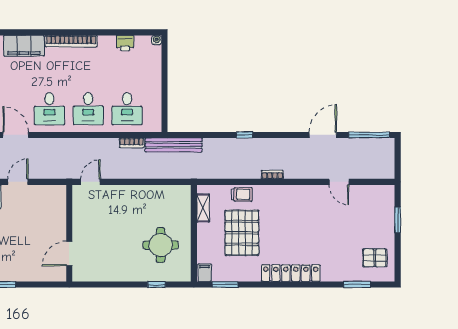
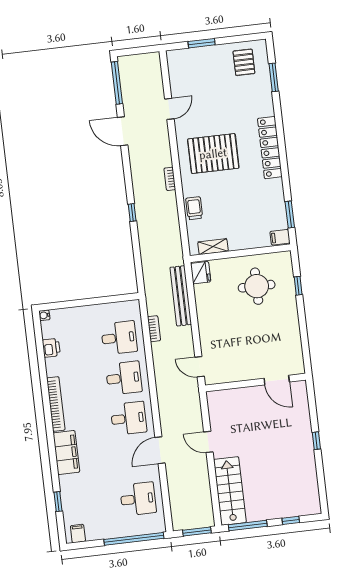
bench: (174, 145) -> (181, 296), moved
fridge: (180, 193) -> (201, 273), added
pallet: (242, 233) -> (213, 154), moved

